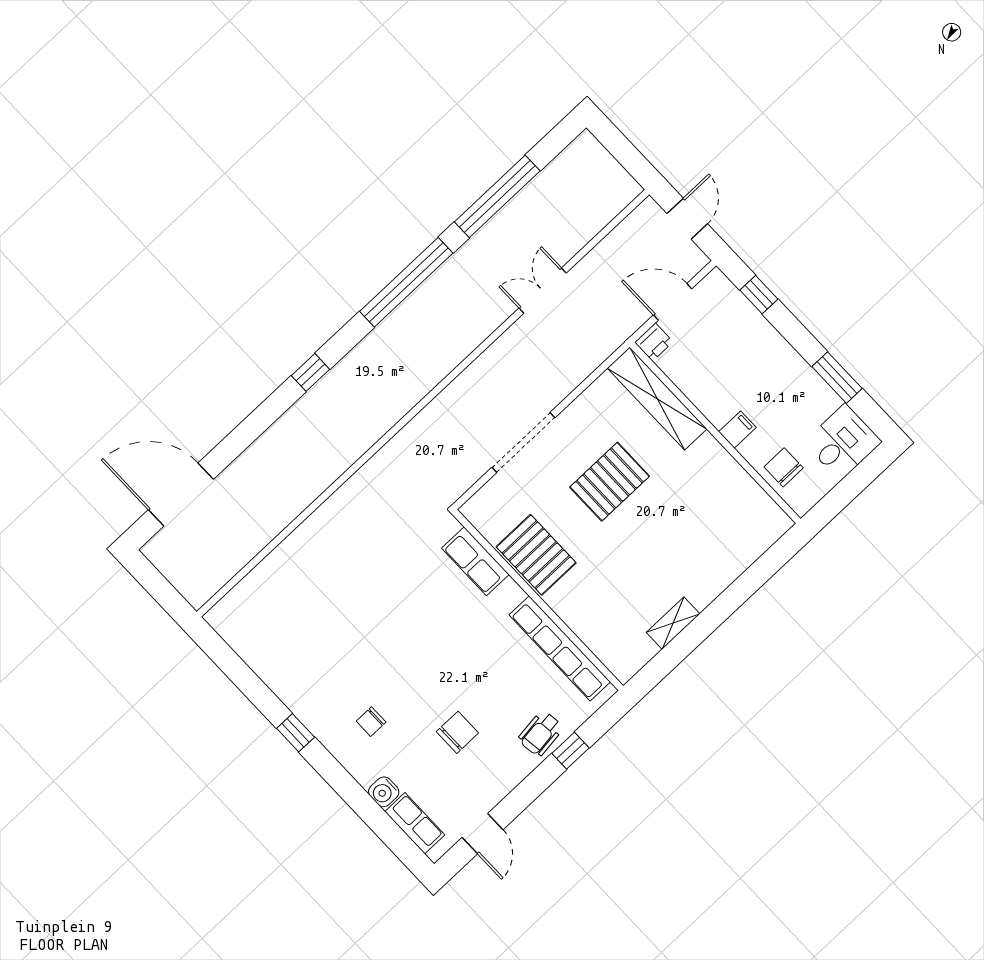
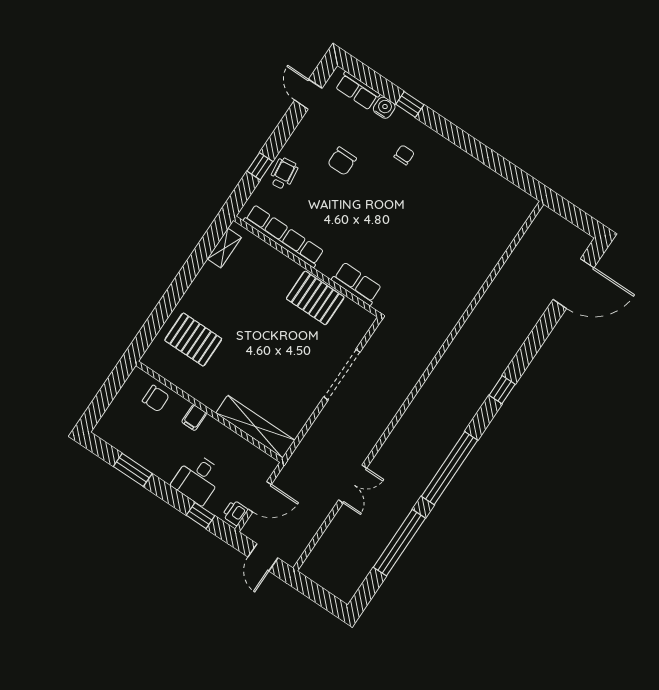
printer: (654, 342) -> (235, 513), moved
desk: (843, 442) -> (198, 479), moved
pallet: (610, 482) -> (193, 340), moved, turned 90
shelving: (673, 623) -> (224, 248), moved
window: (296, 733) -> (410, 104), moved

